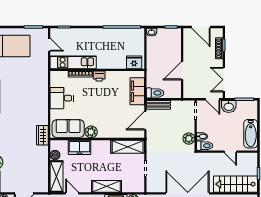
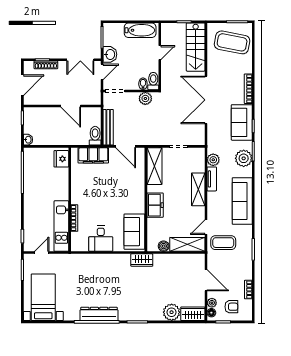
printer: (99, 76) -> (77, 197), removed
bench: (158, 105) -> (108, 127), width x1.36
plant: (91, 132) -> (138, 206), removed
freezer: (80, 147) -> (155, 205), moved

